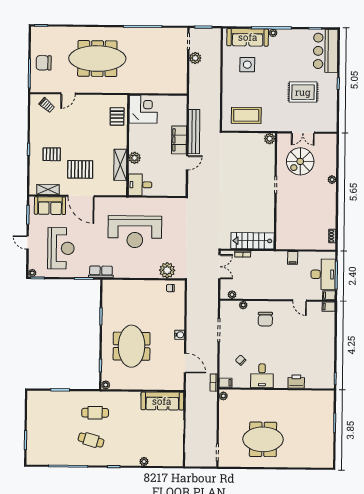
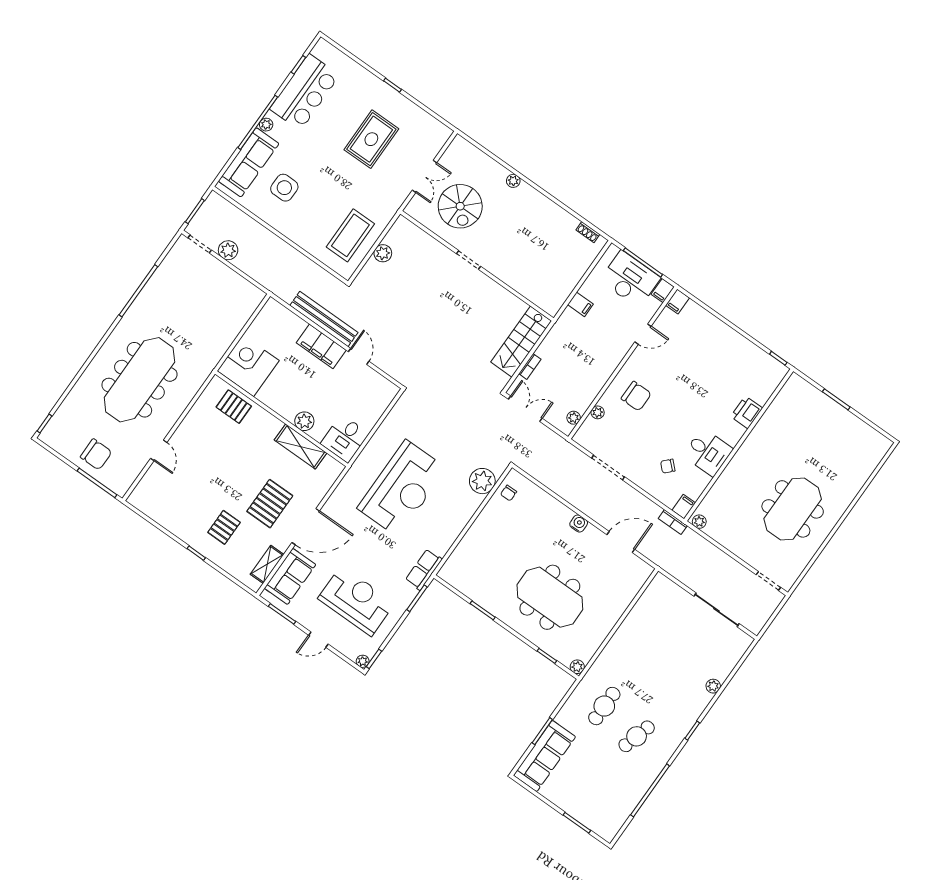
bar counter: (326, 51) -> (305, 92), moved, turned -90
chair: (44, 63) -> (96, 454), turned -90
trolley: (47, 105) -> (155, 489), removed
plant: (270, 139) -> (383, 253), moved
sofa: (162, 401) -> (544, 756), moved

